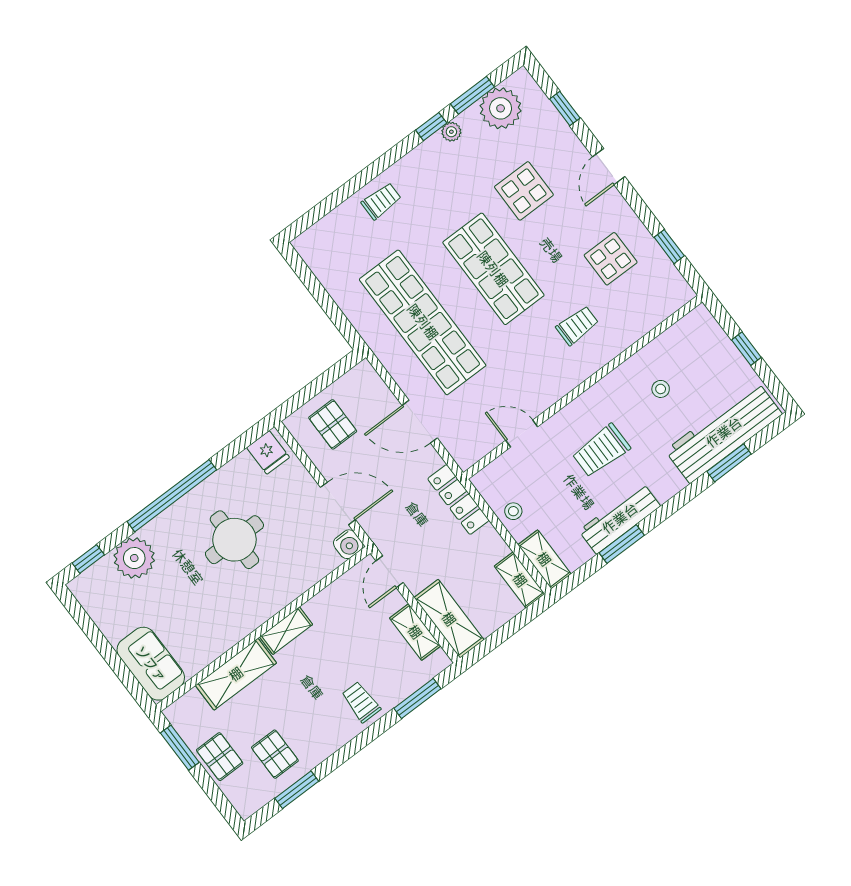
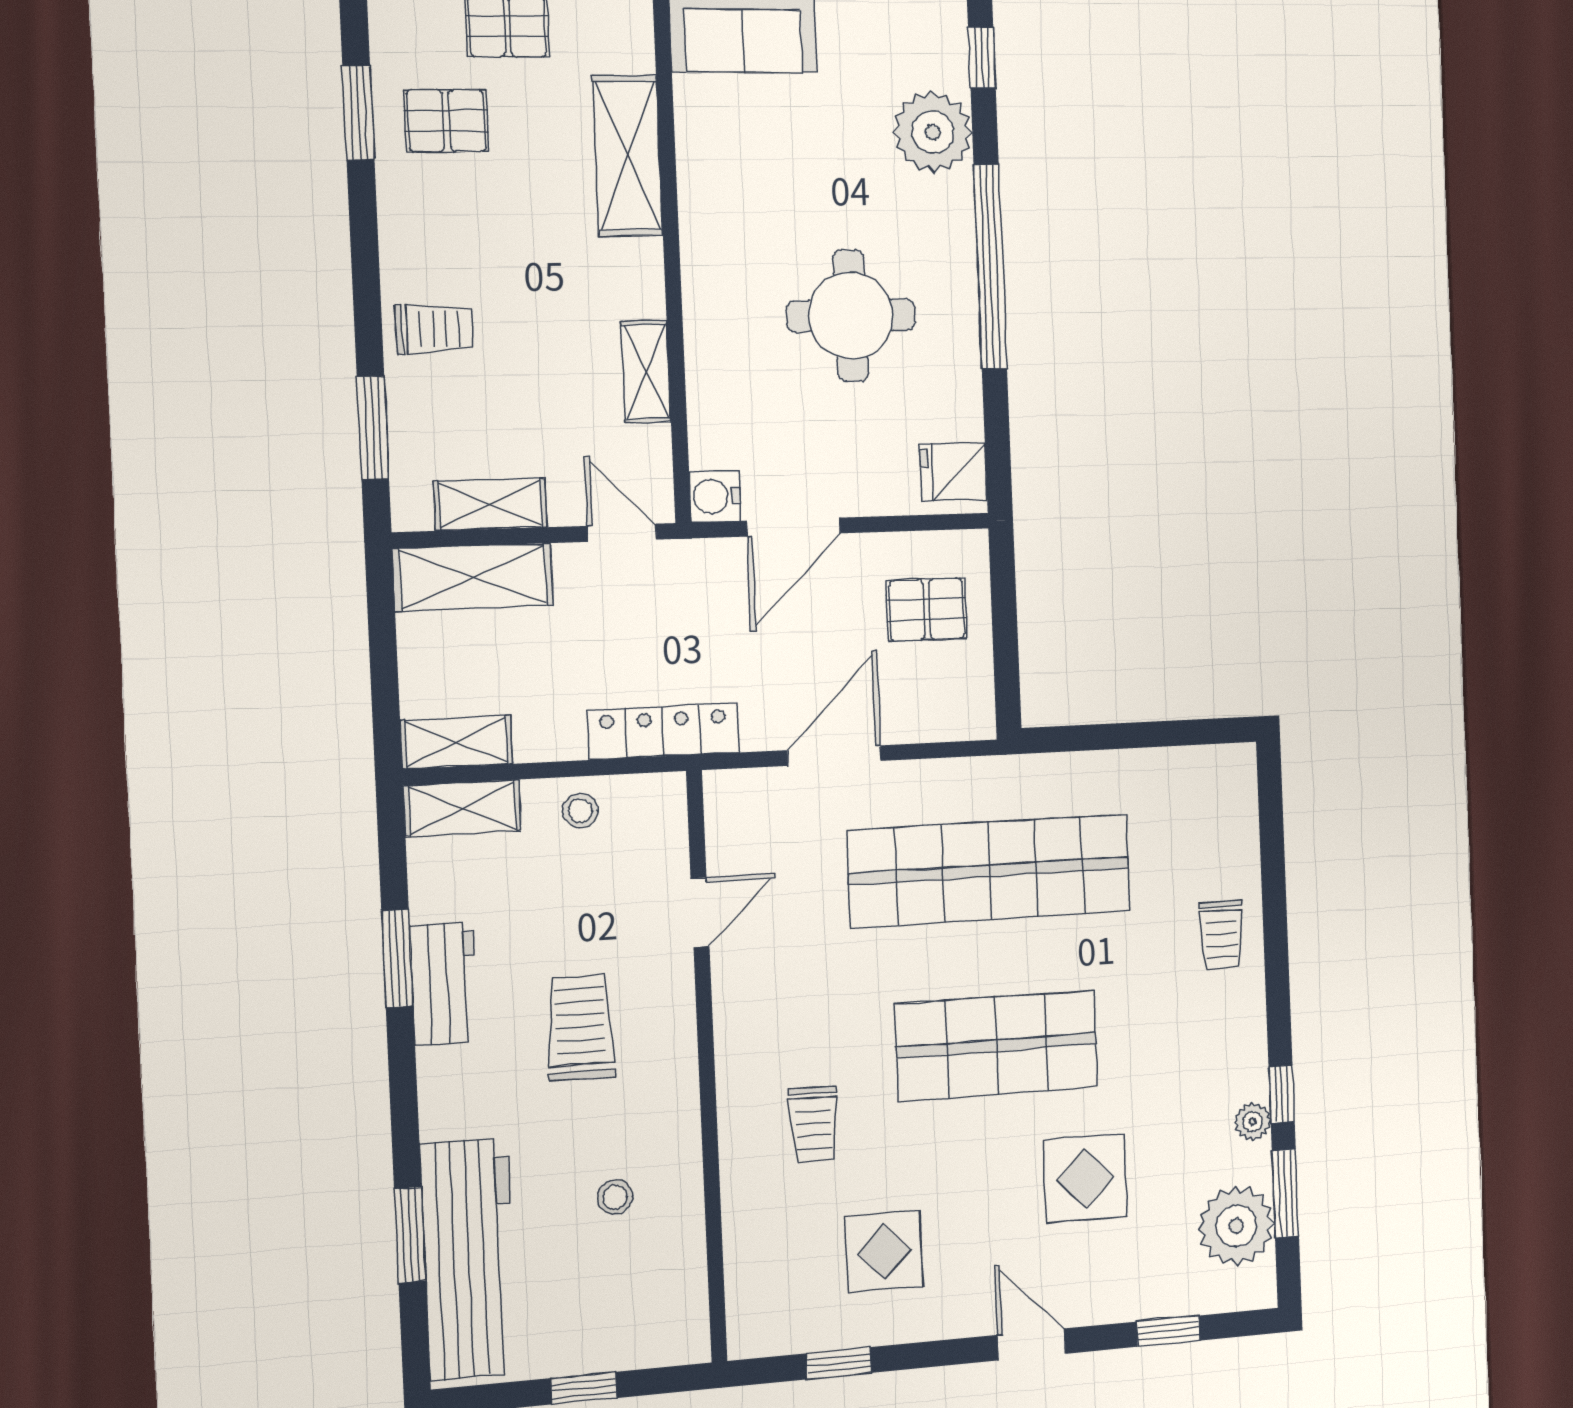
workbench: (620, 518) -> (444, 984), width x0.73
shelving: (286, 631) -> (646, 372), moved

